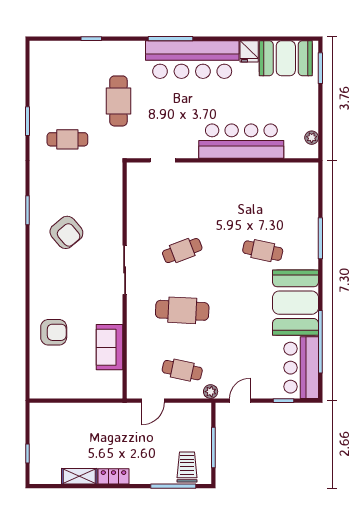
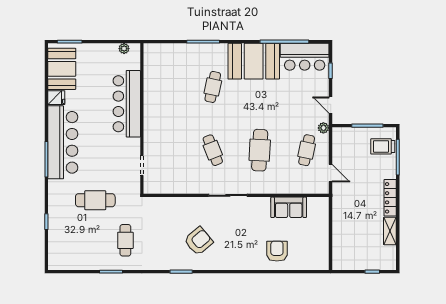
locker: (114, 476) -> (390, 198), width x1.53

